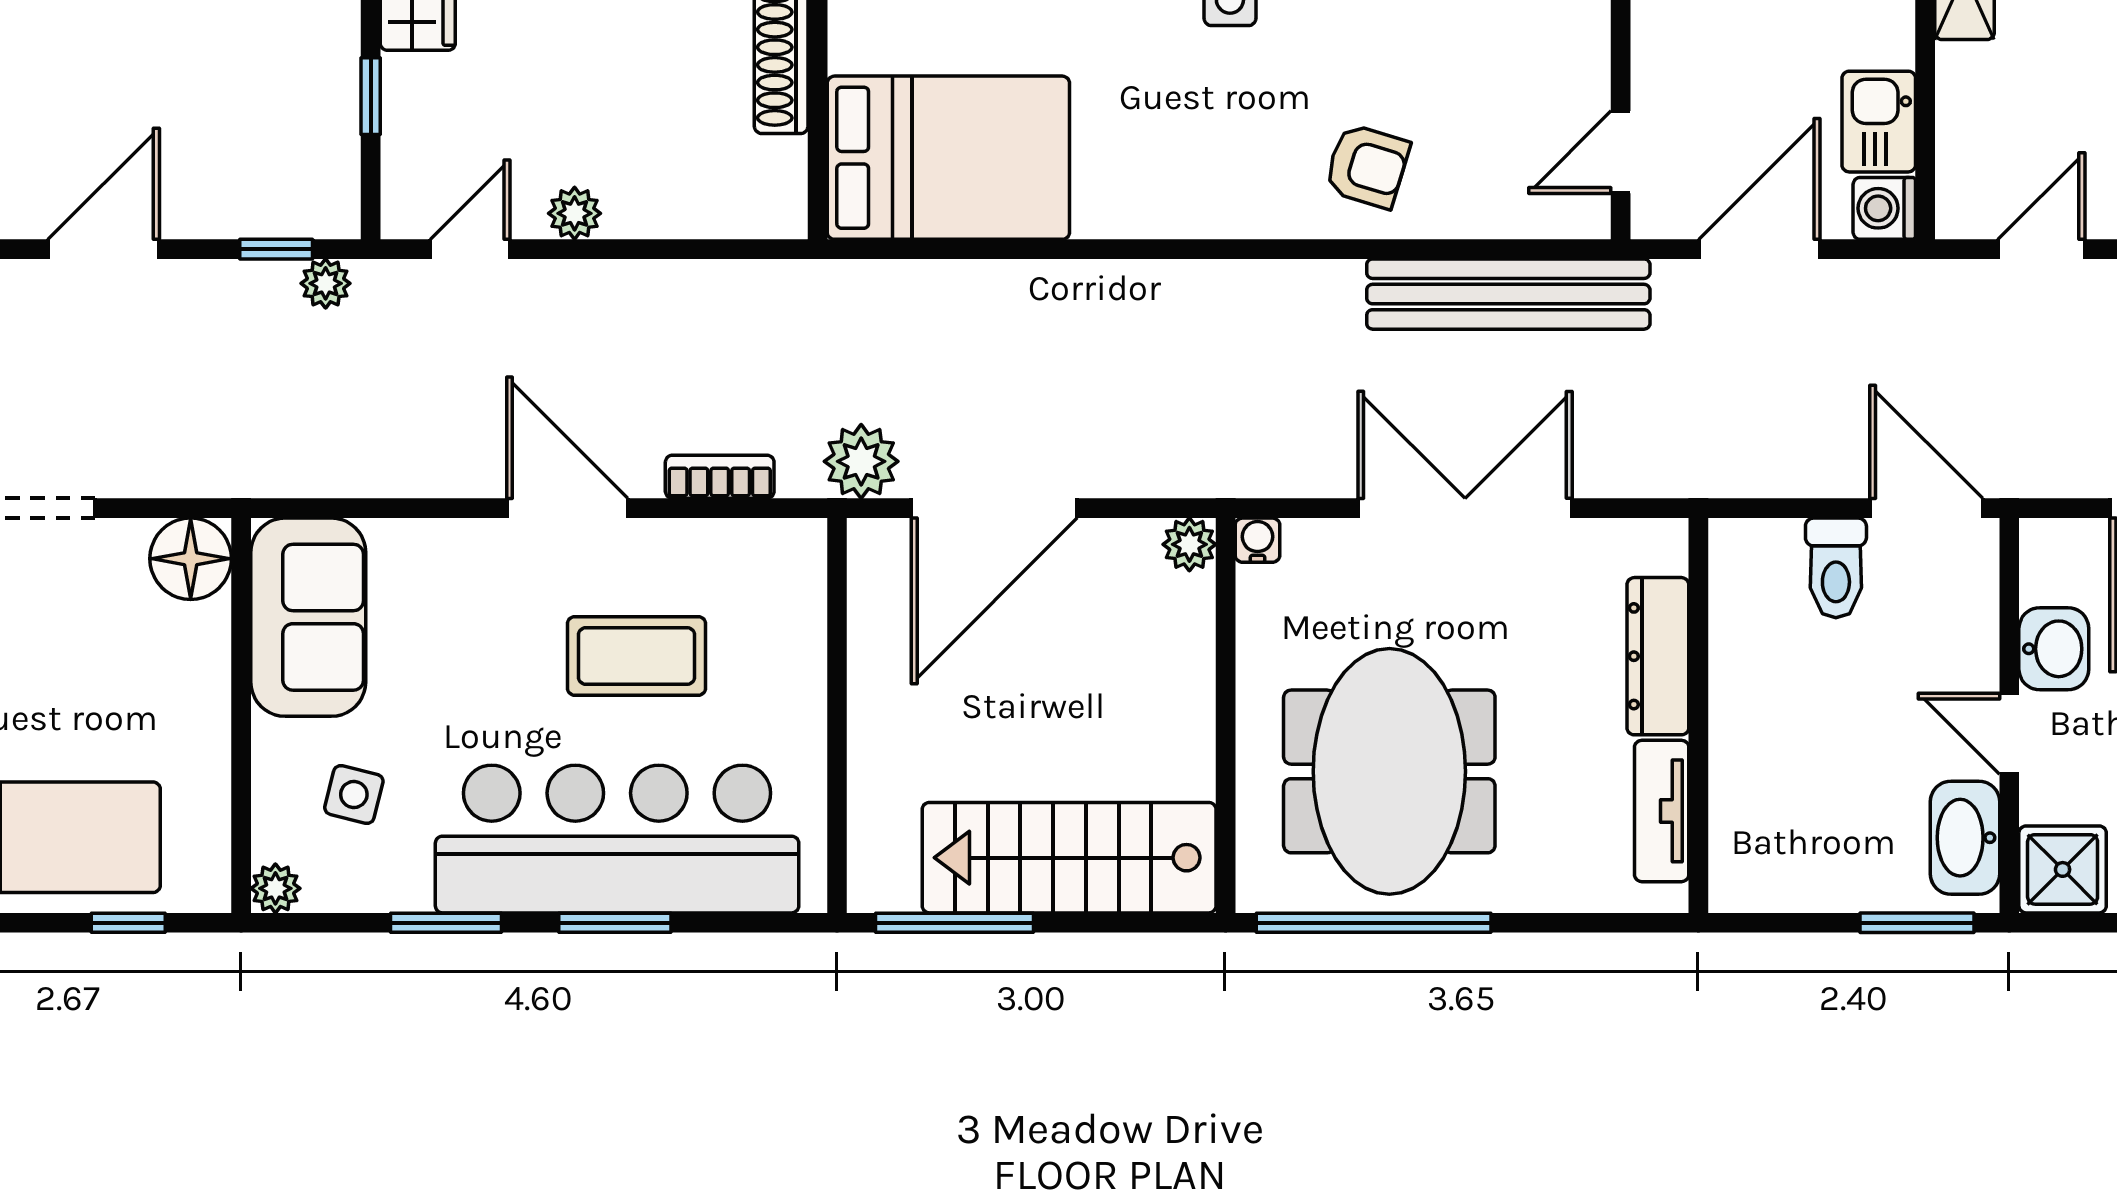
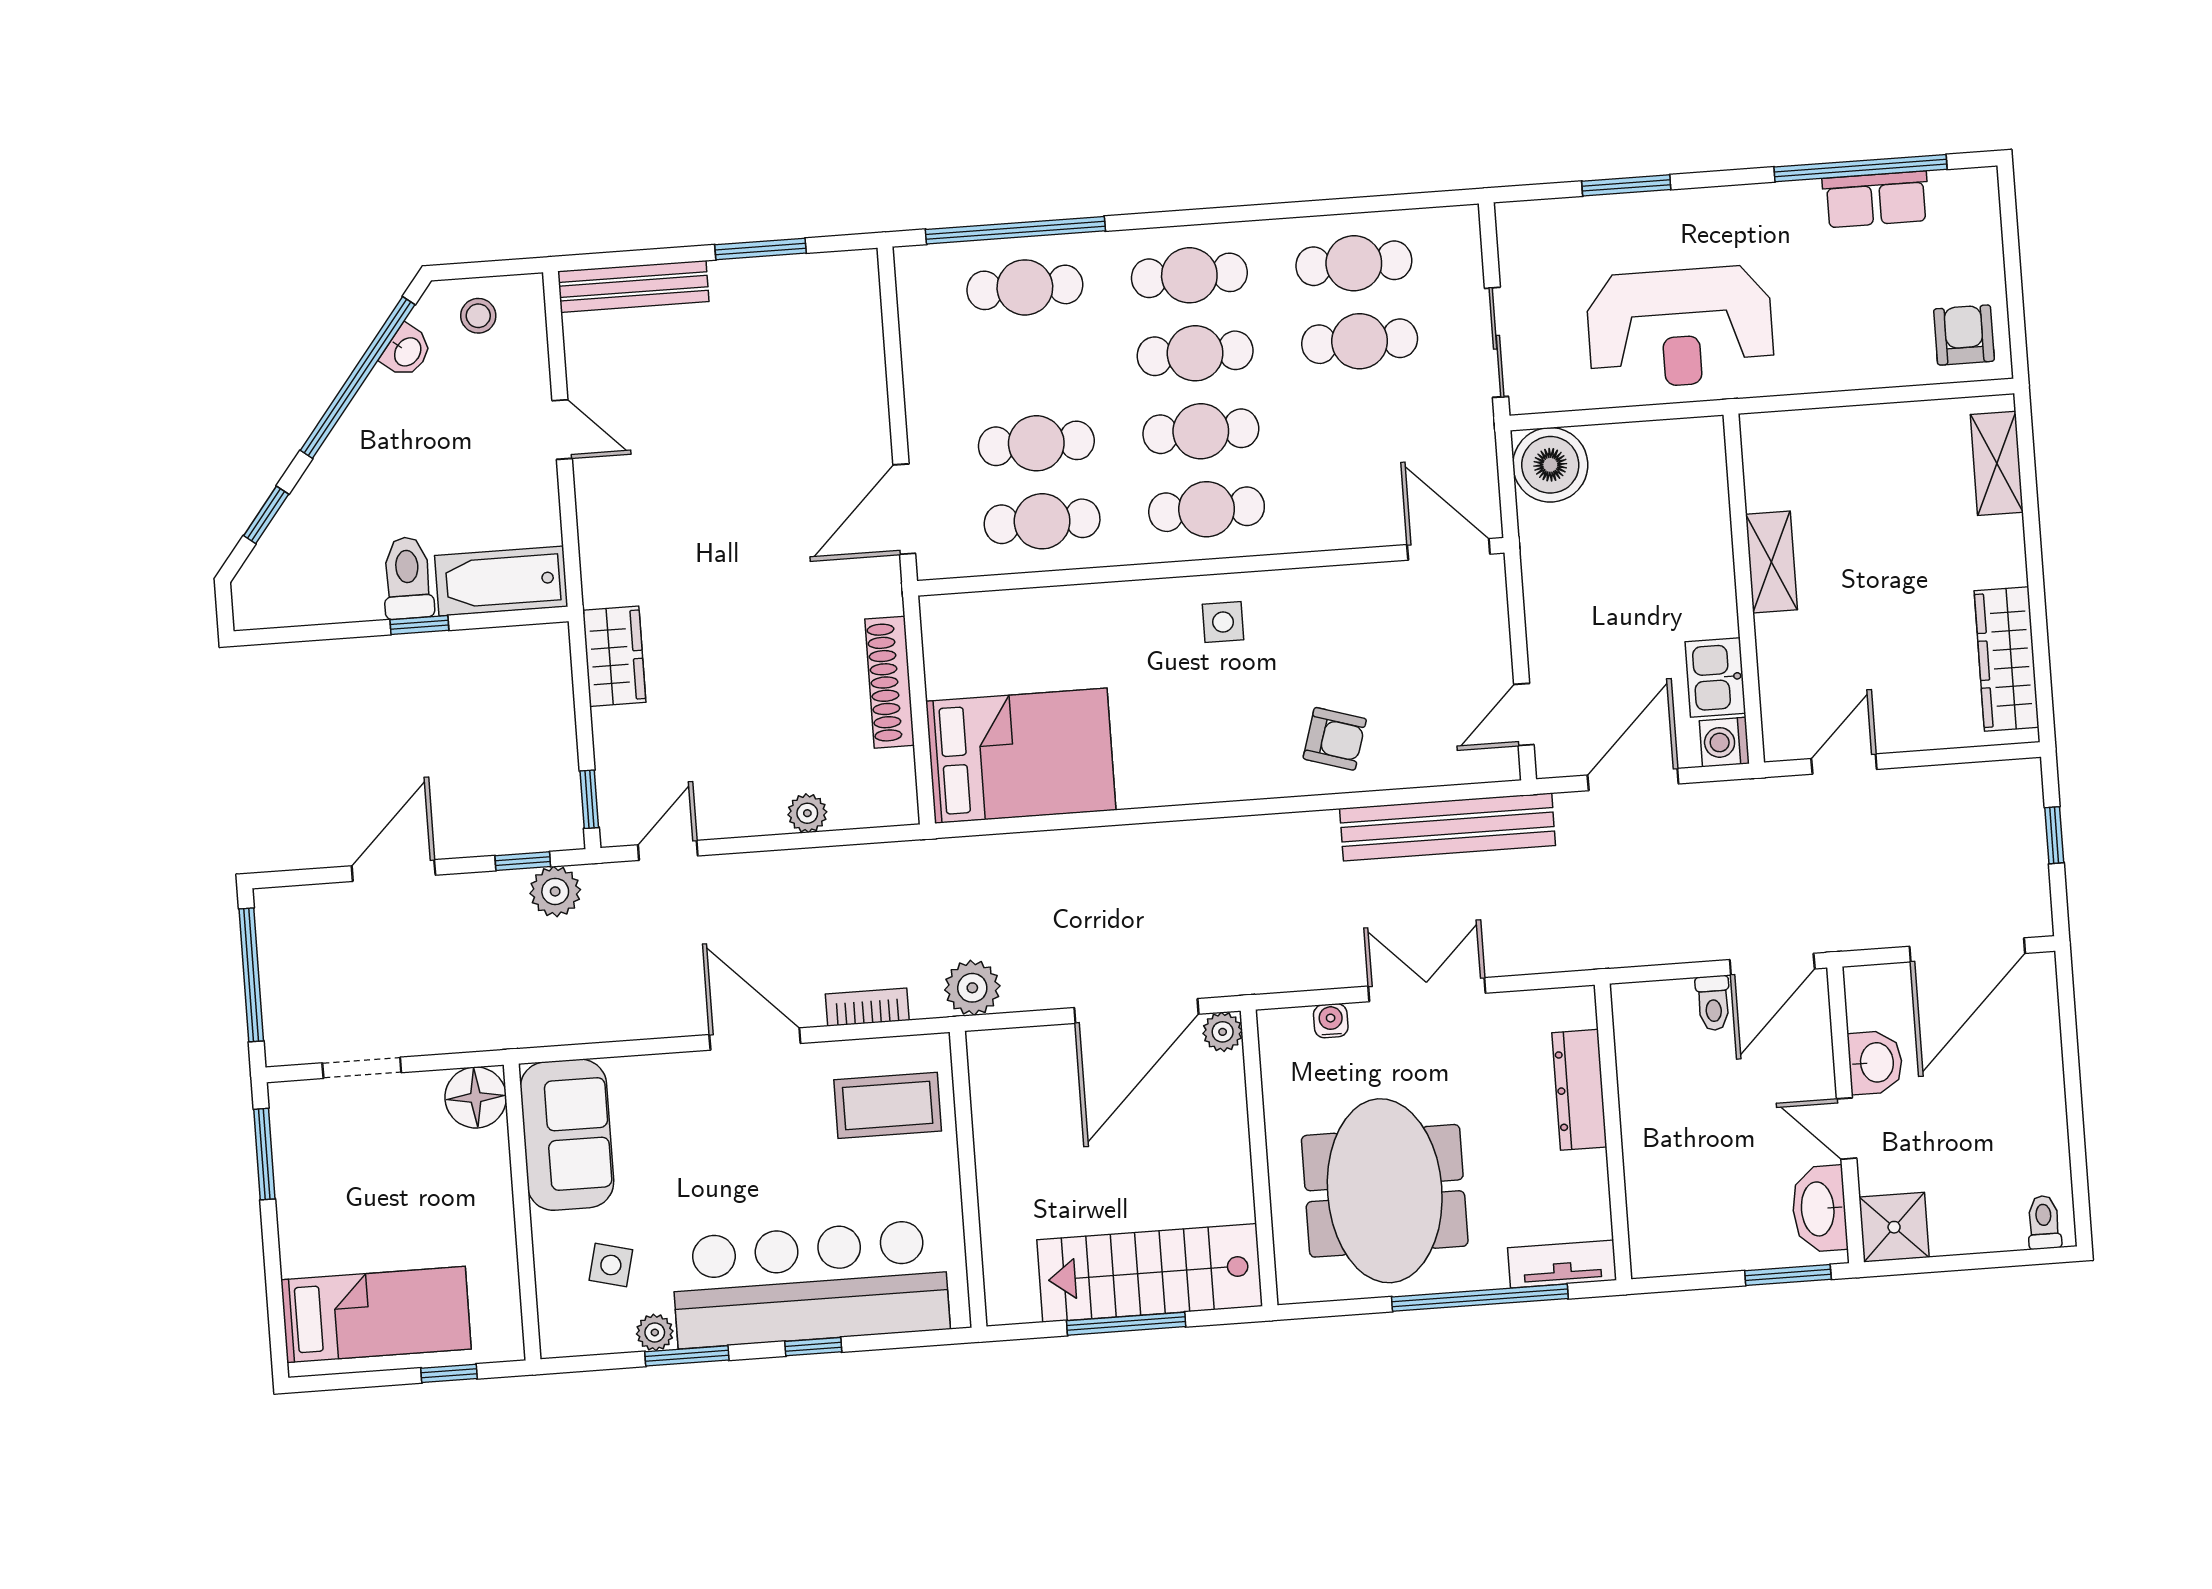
window: (371, 96) -> (589, 799), moved
plant: (575, 213) -> (807, 813), moved
plant: (326, 283) -> (555, 891), width x1.38, depth x1.38
door: (994, 508) -> (1136, 1011), moved
double door: (1465, 508) -> (1427, 990), width x0.73
door: (1926, 508) -> (1772, 964), swing flipped
water cooler: (1258, 540) -> (1331, 1021), moved
toilet: (1836, 568) -> (1713, 1003), width x0.73, depth x0.72
coffee table: (636, 656) -> (888, 1105), moved
tv unit: (1662, 811) -> (1562, 1264), moved, turned 90
plant: (275, 888) -> (655, 1332), moved
window: (615, 923) -> (813, 1347), width x0.67
window: (955, 923) -> (1126, 1324), moved
window: (1374, 923) -> (1480, 1298), moved

